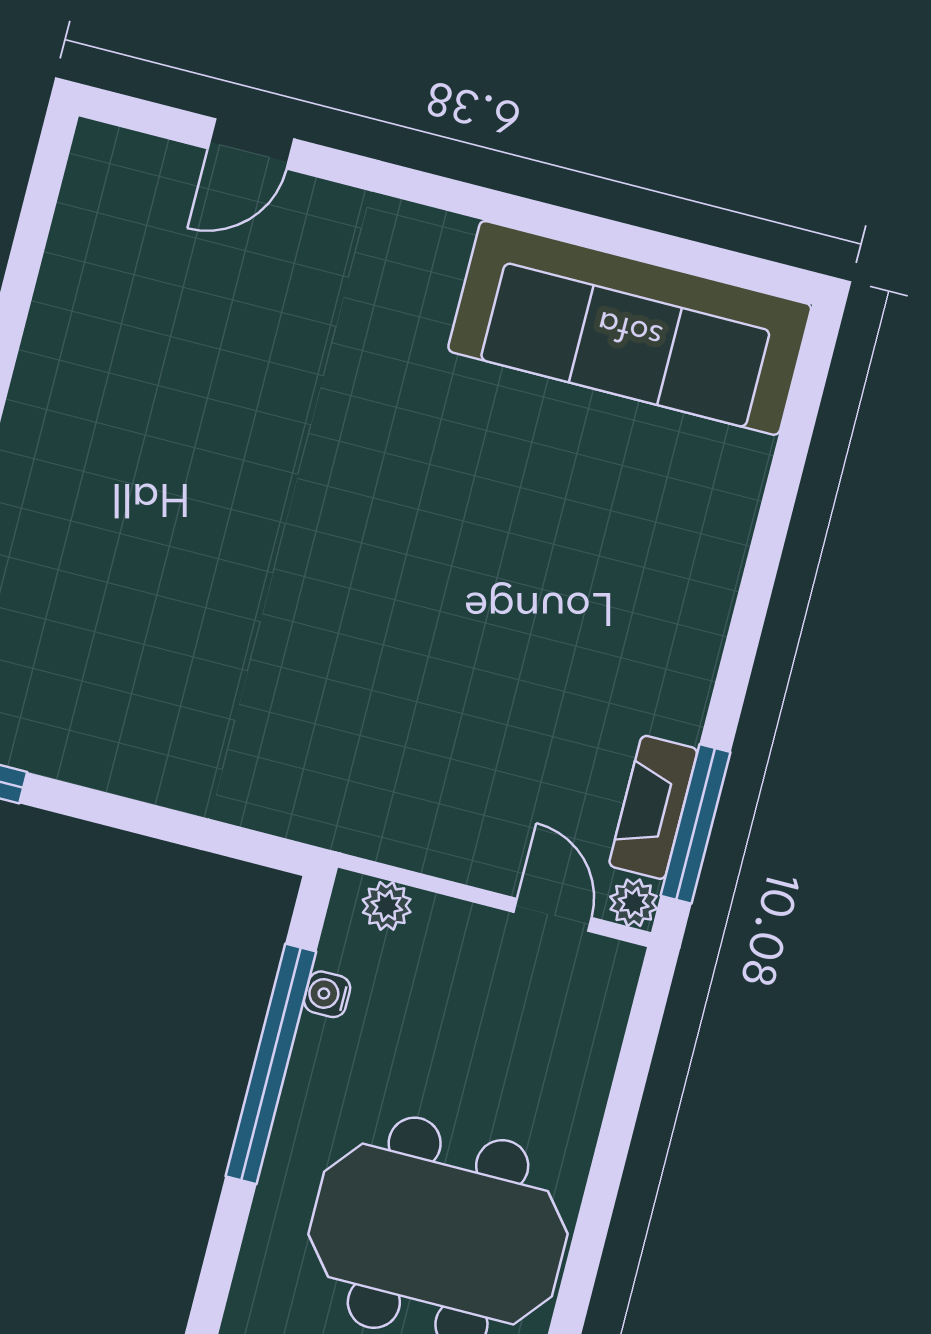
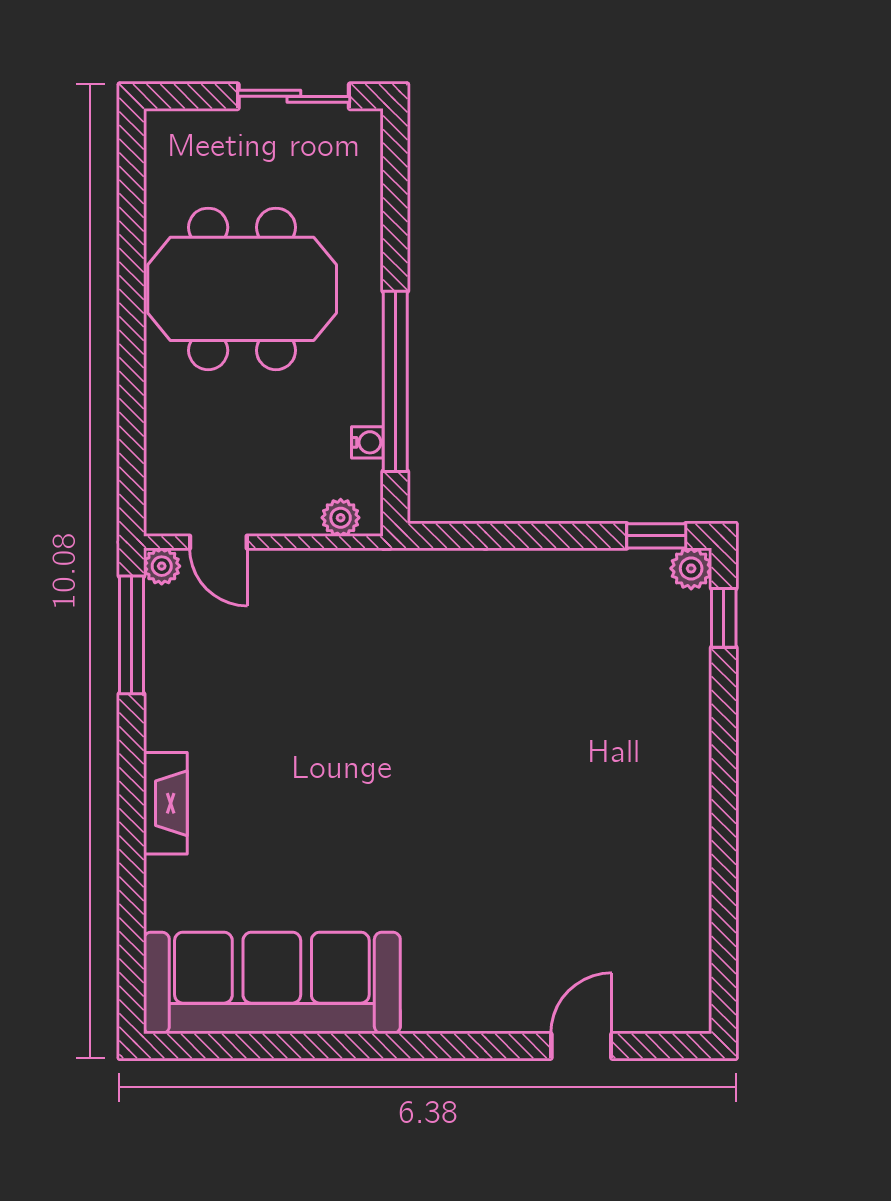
fireplace: (653, 807) -> (165, 803), moved

